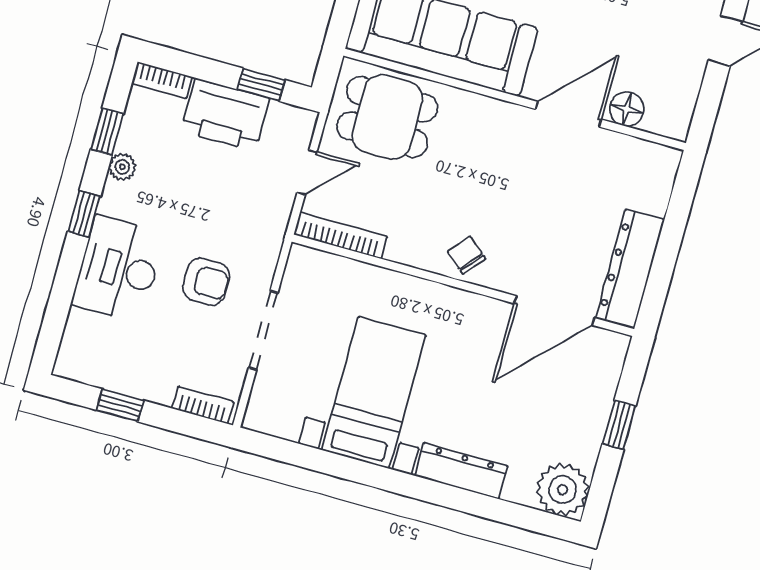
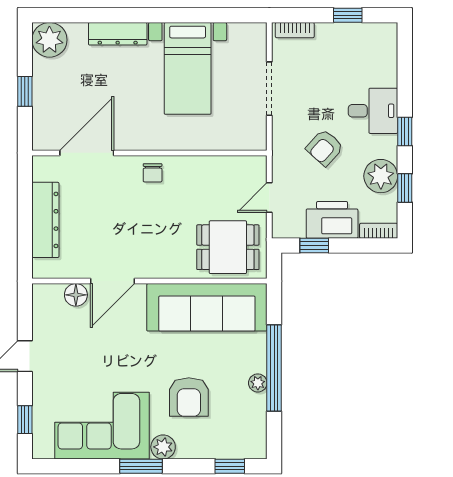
plant: (122, 167) -> (381, 176), width x1.87, depth x1.87
bookcase: (340, 236) -> (237, 163), removed
chair: (467, 255) -> (153, 173), turned 49
desk: (118, 269) -> (373, 111), width x0.73
dresser: (630, 269) -> (45, 220), moved
armchair: (206, 282) -> (325, 148), moved, turned -48

